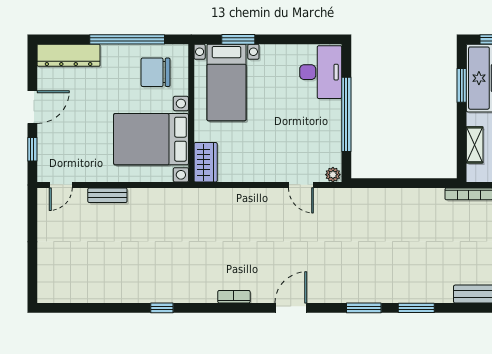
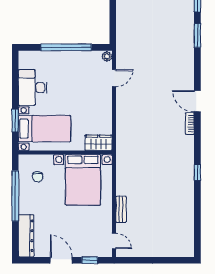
chair: (156, 72) -> (38, 177), width x0.54, depth x0.54
desk: (321, 72) -> (33, 88), moved, turned -90
door: (291, 308) -> (197, 101), moved

